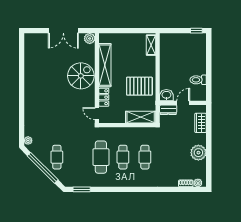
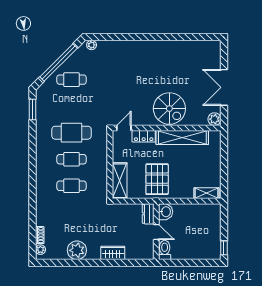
washbasin: (166, 95) -> (166, 212), moved
door: (183, 103) -> (156, 232), moved
wall: (183, 103) -> (156, 232), moved
dresser: (168, 110) -> (148, 214), moved

